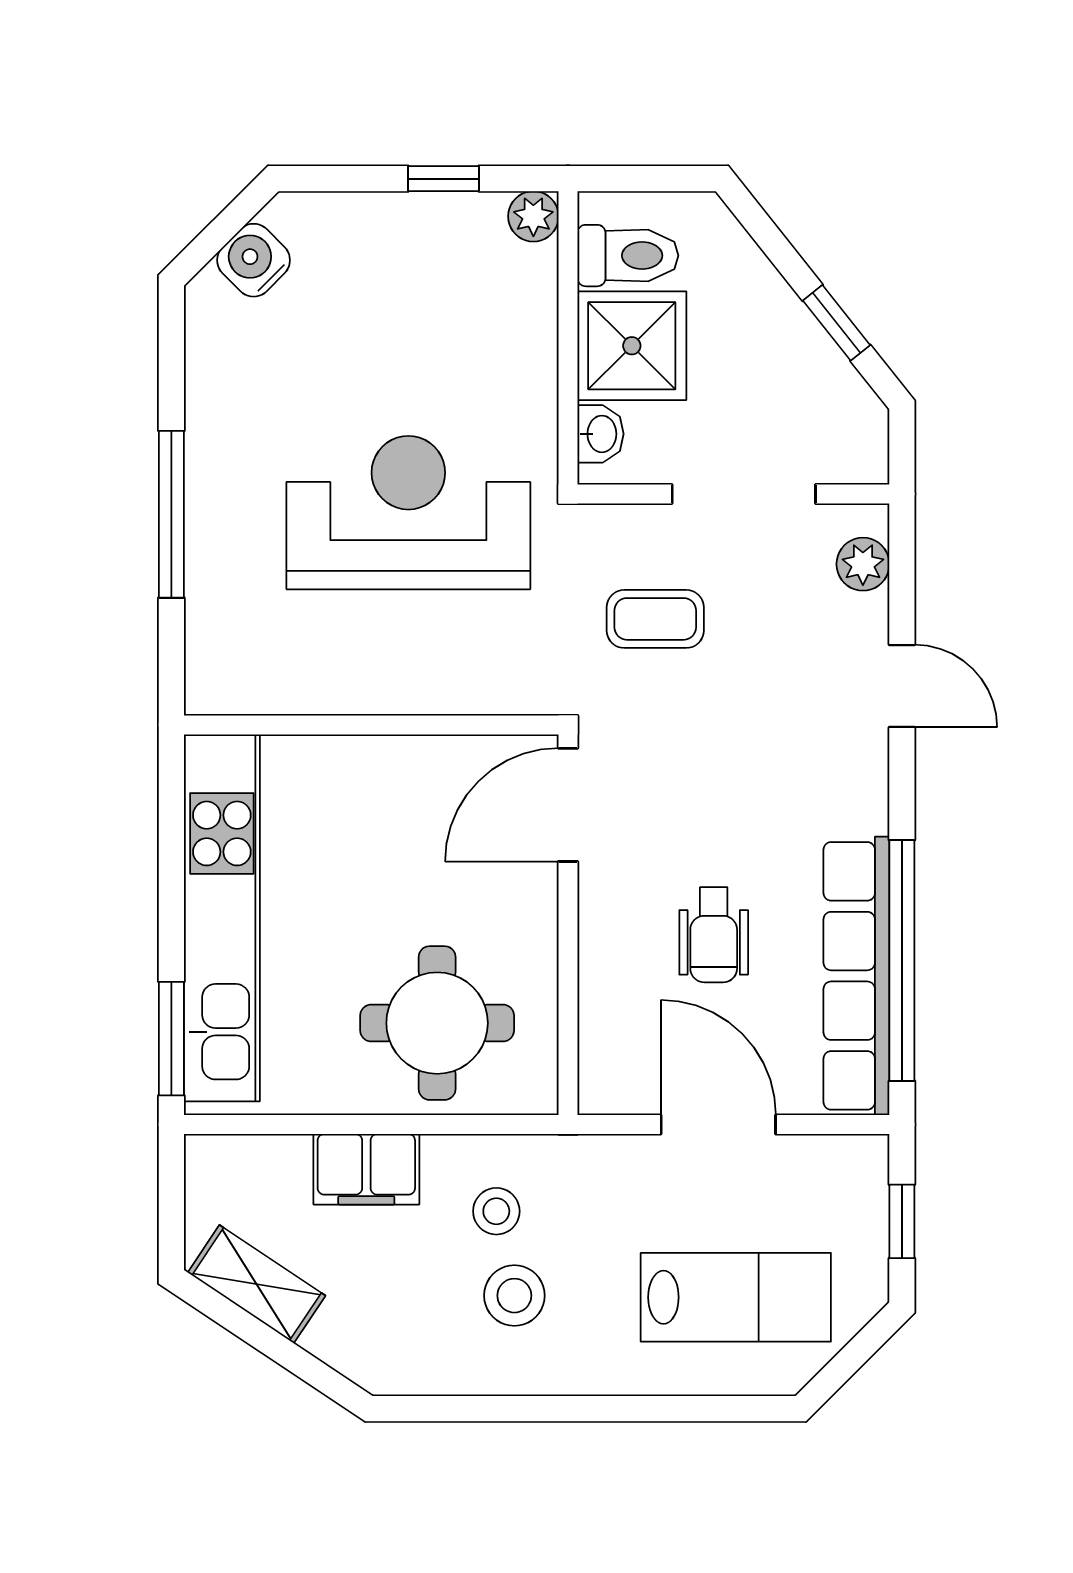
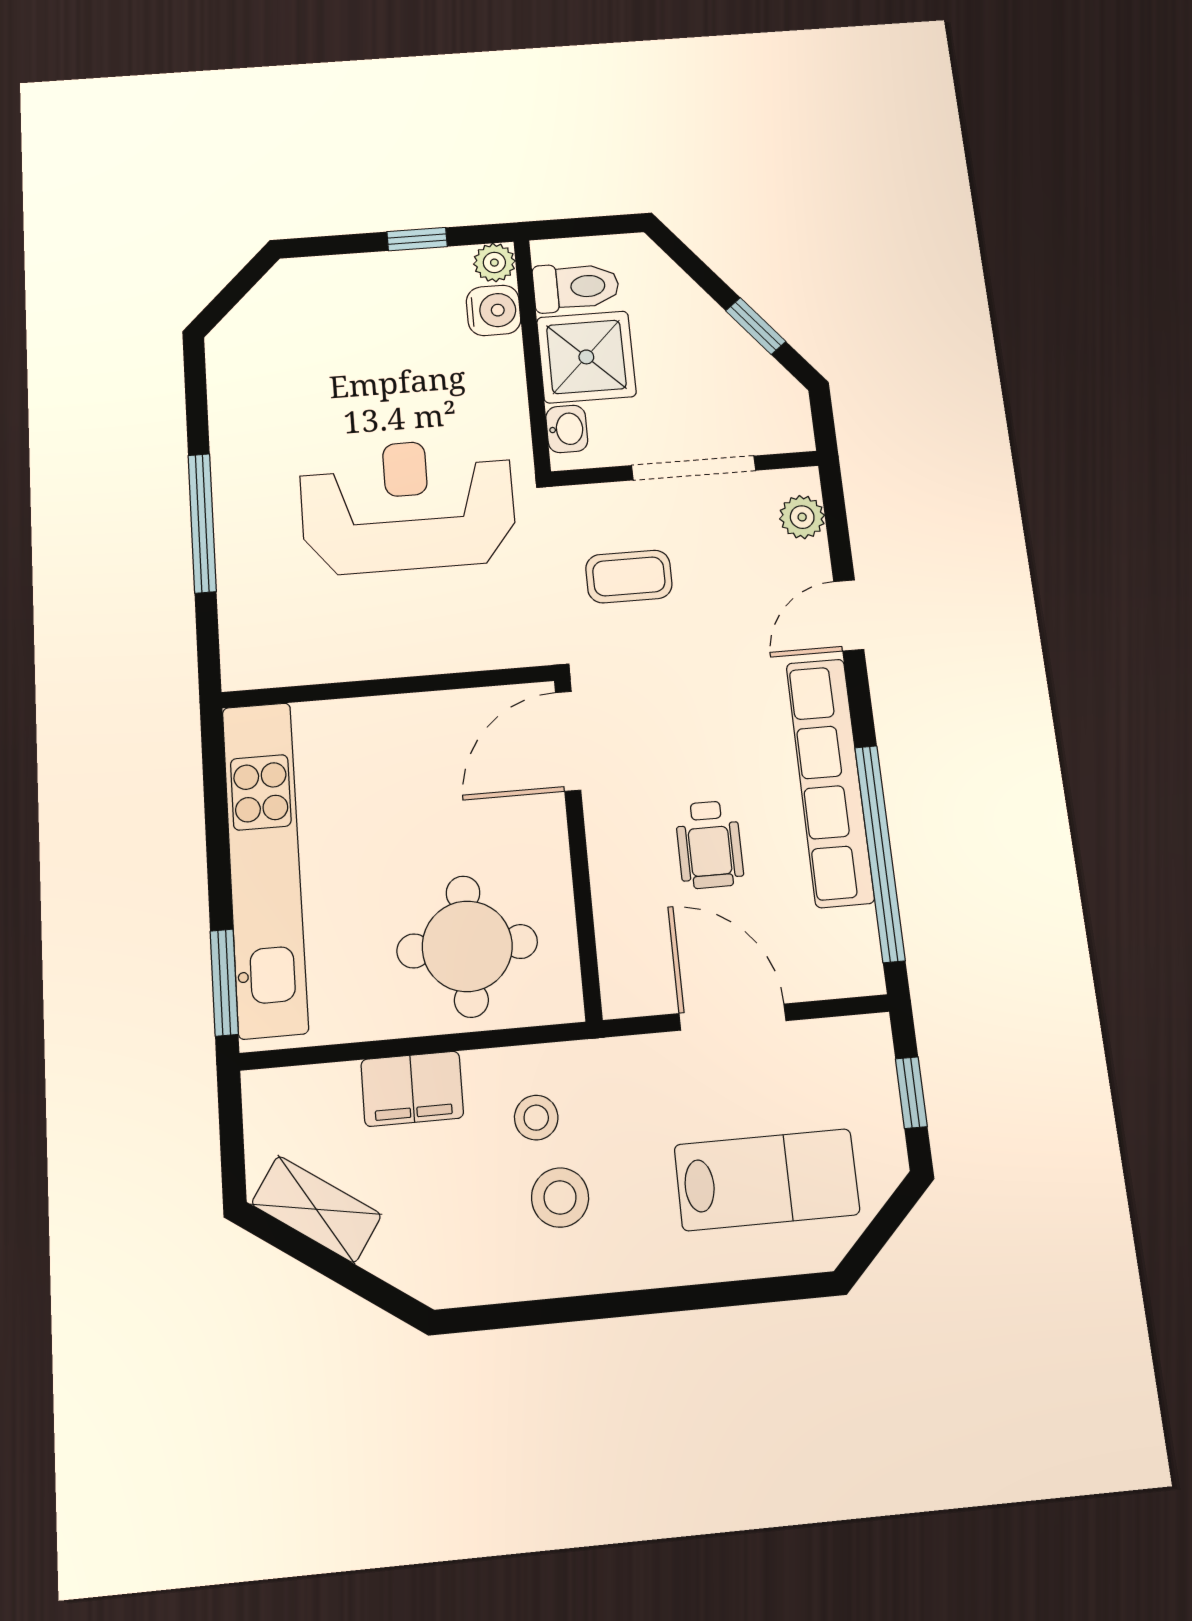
water cooler: (254, 260) -> (494, 310), moved, turned 135
door: (902, 686) -> (849, 615), swing flipped
row of seats: (856, 976) -> (830, 782), moved

